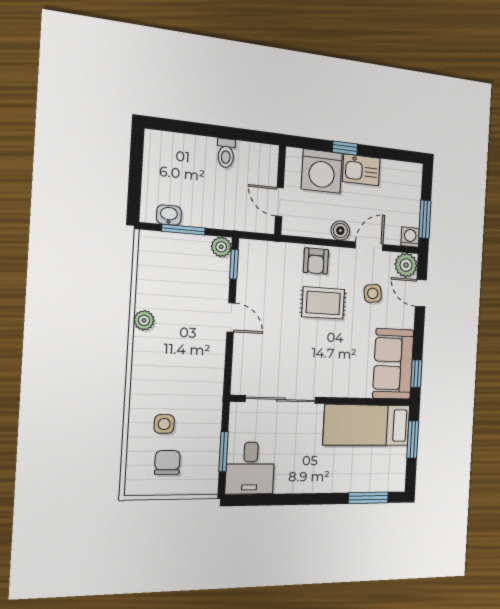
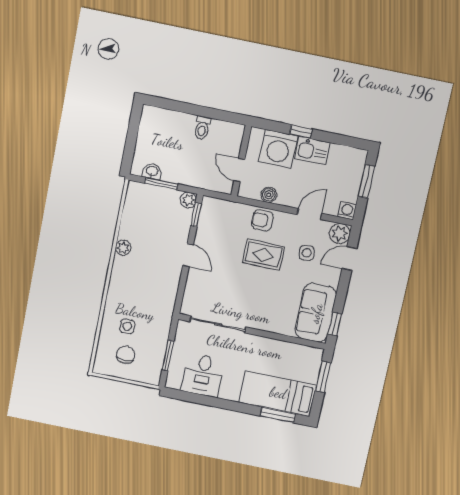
window: (425, 219) -> (366, 181), moved
boiler: (340, 231) -> (269, 195), moved
armchair: (316, 261) -> (262, 220), turned 90
door: (421, 293) -> (349, 259), hinge flipped
bed: (367, 425) -> (278, 393), moved
desk: (250, 468) -> (203, 375), moved

